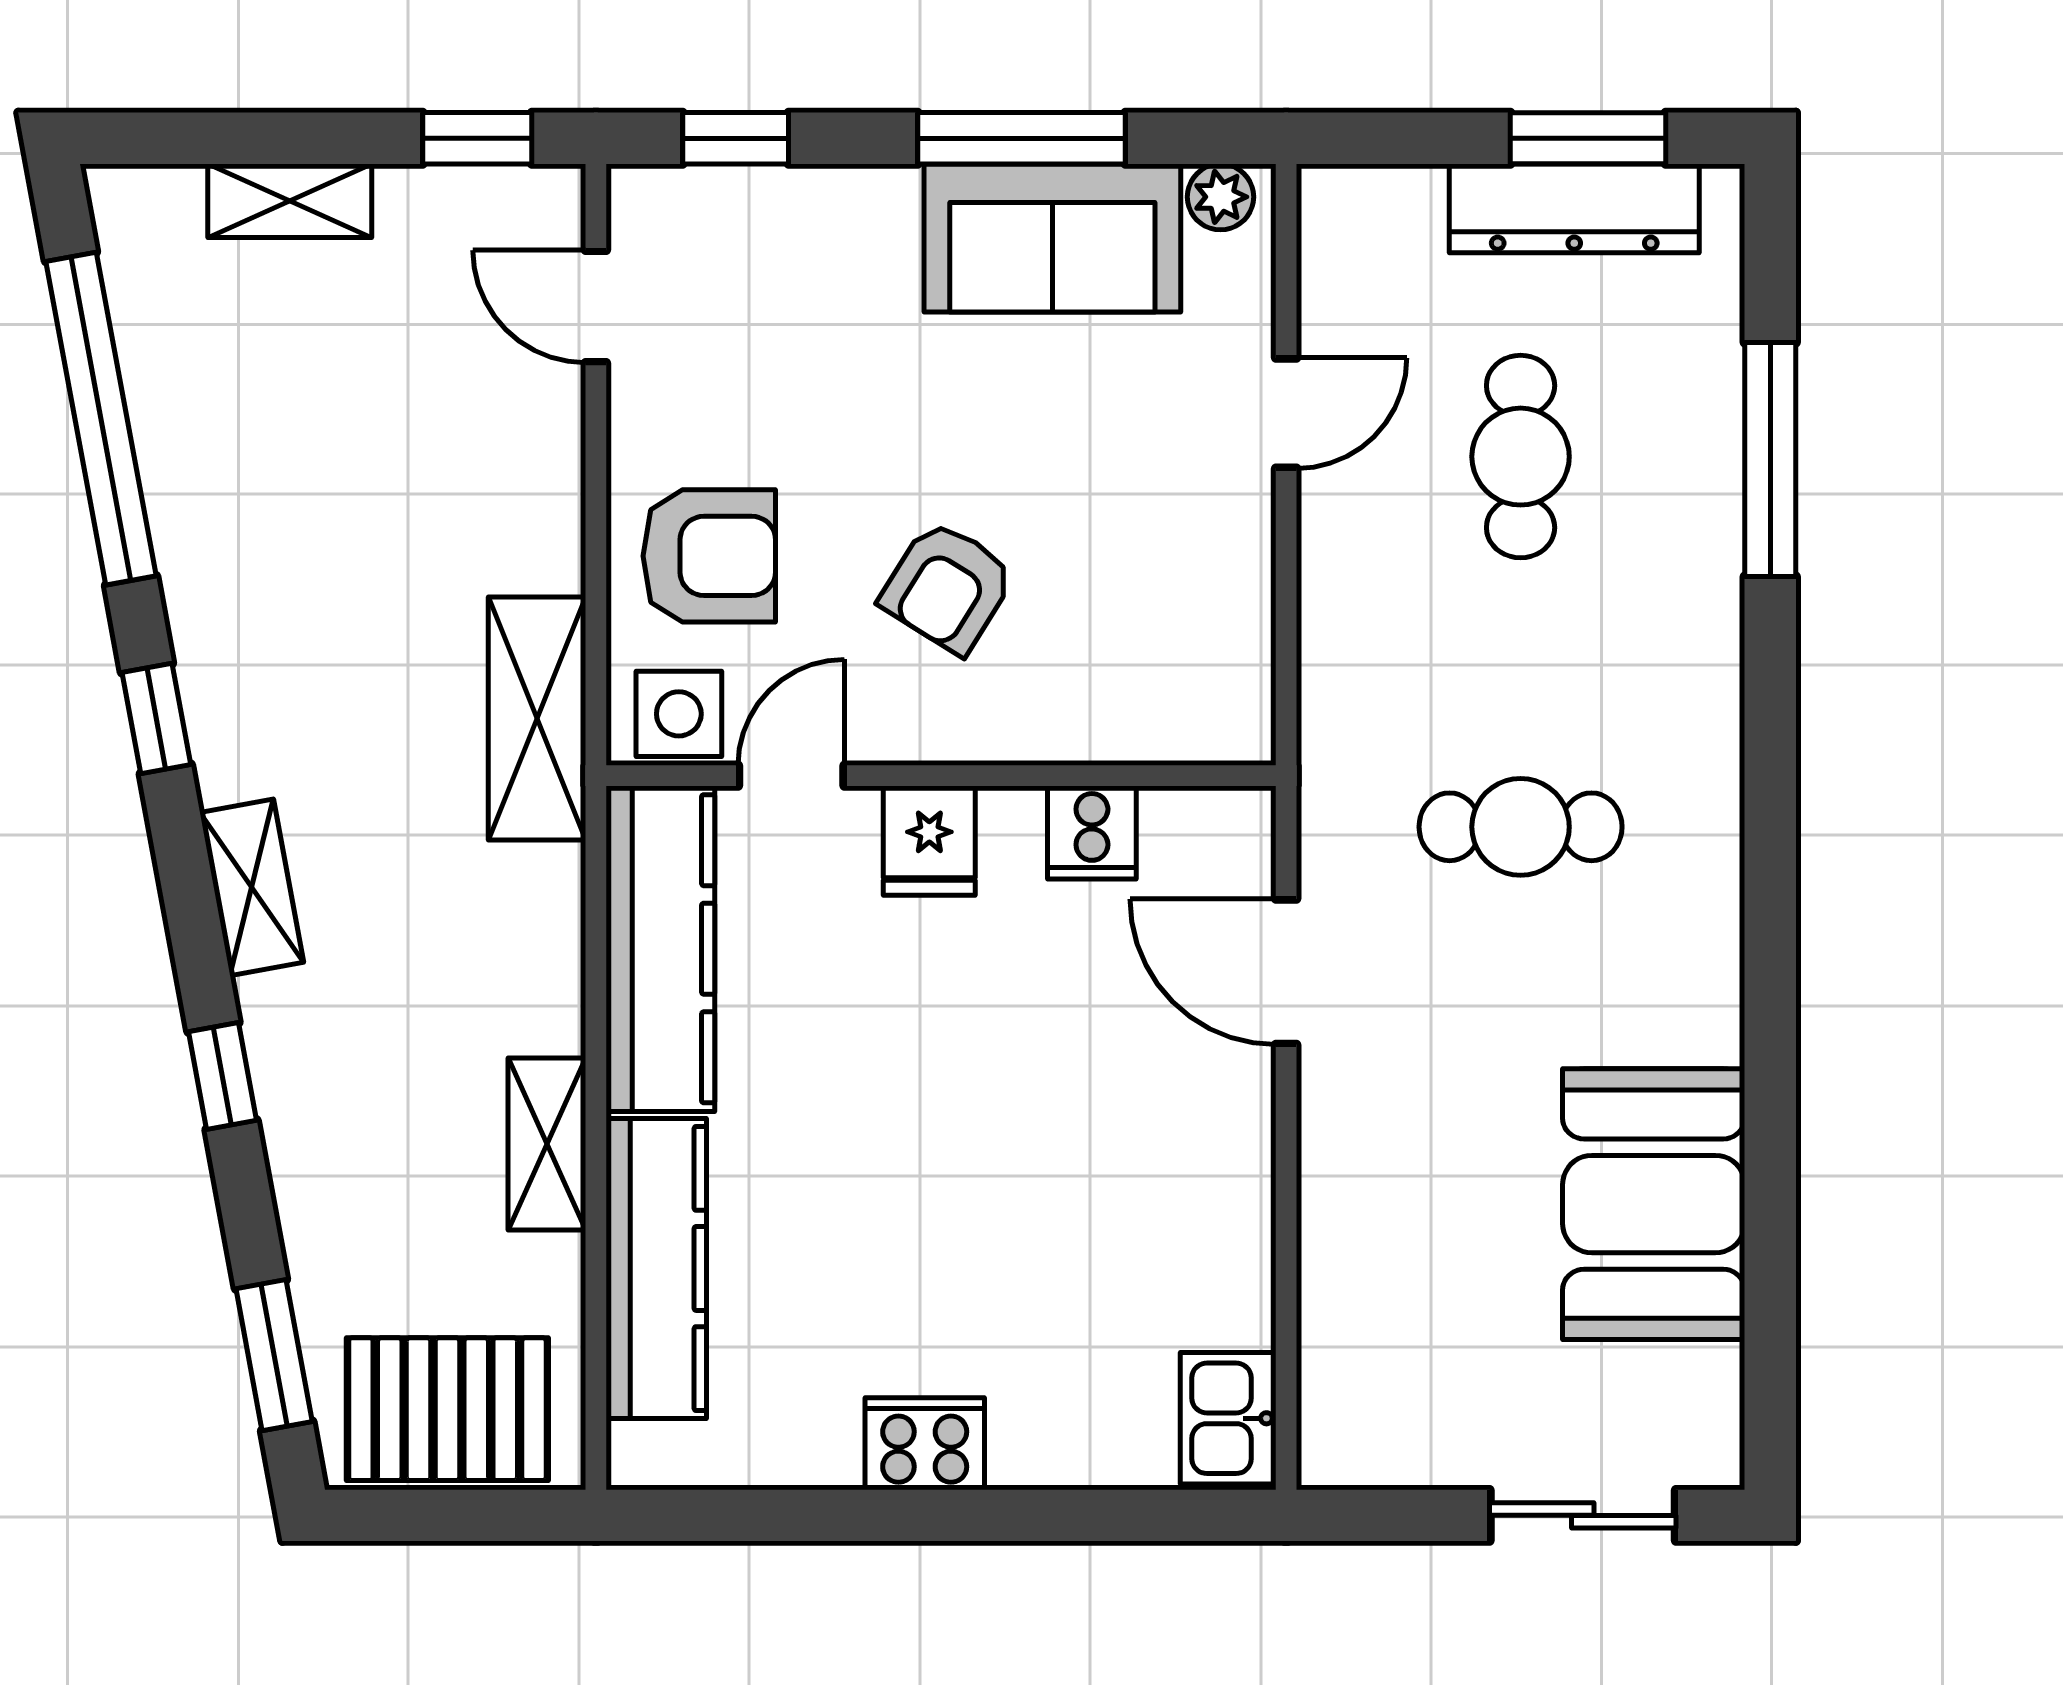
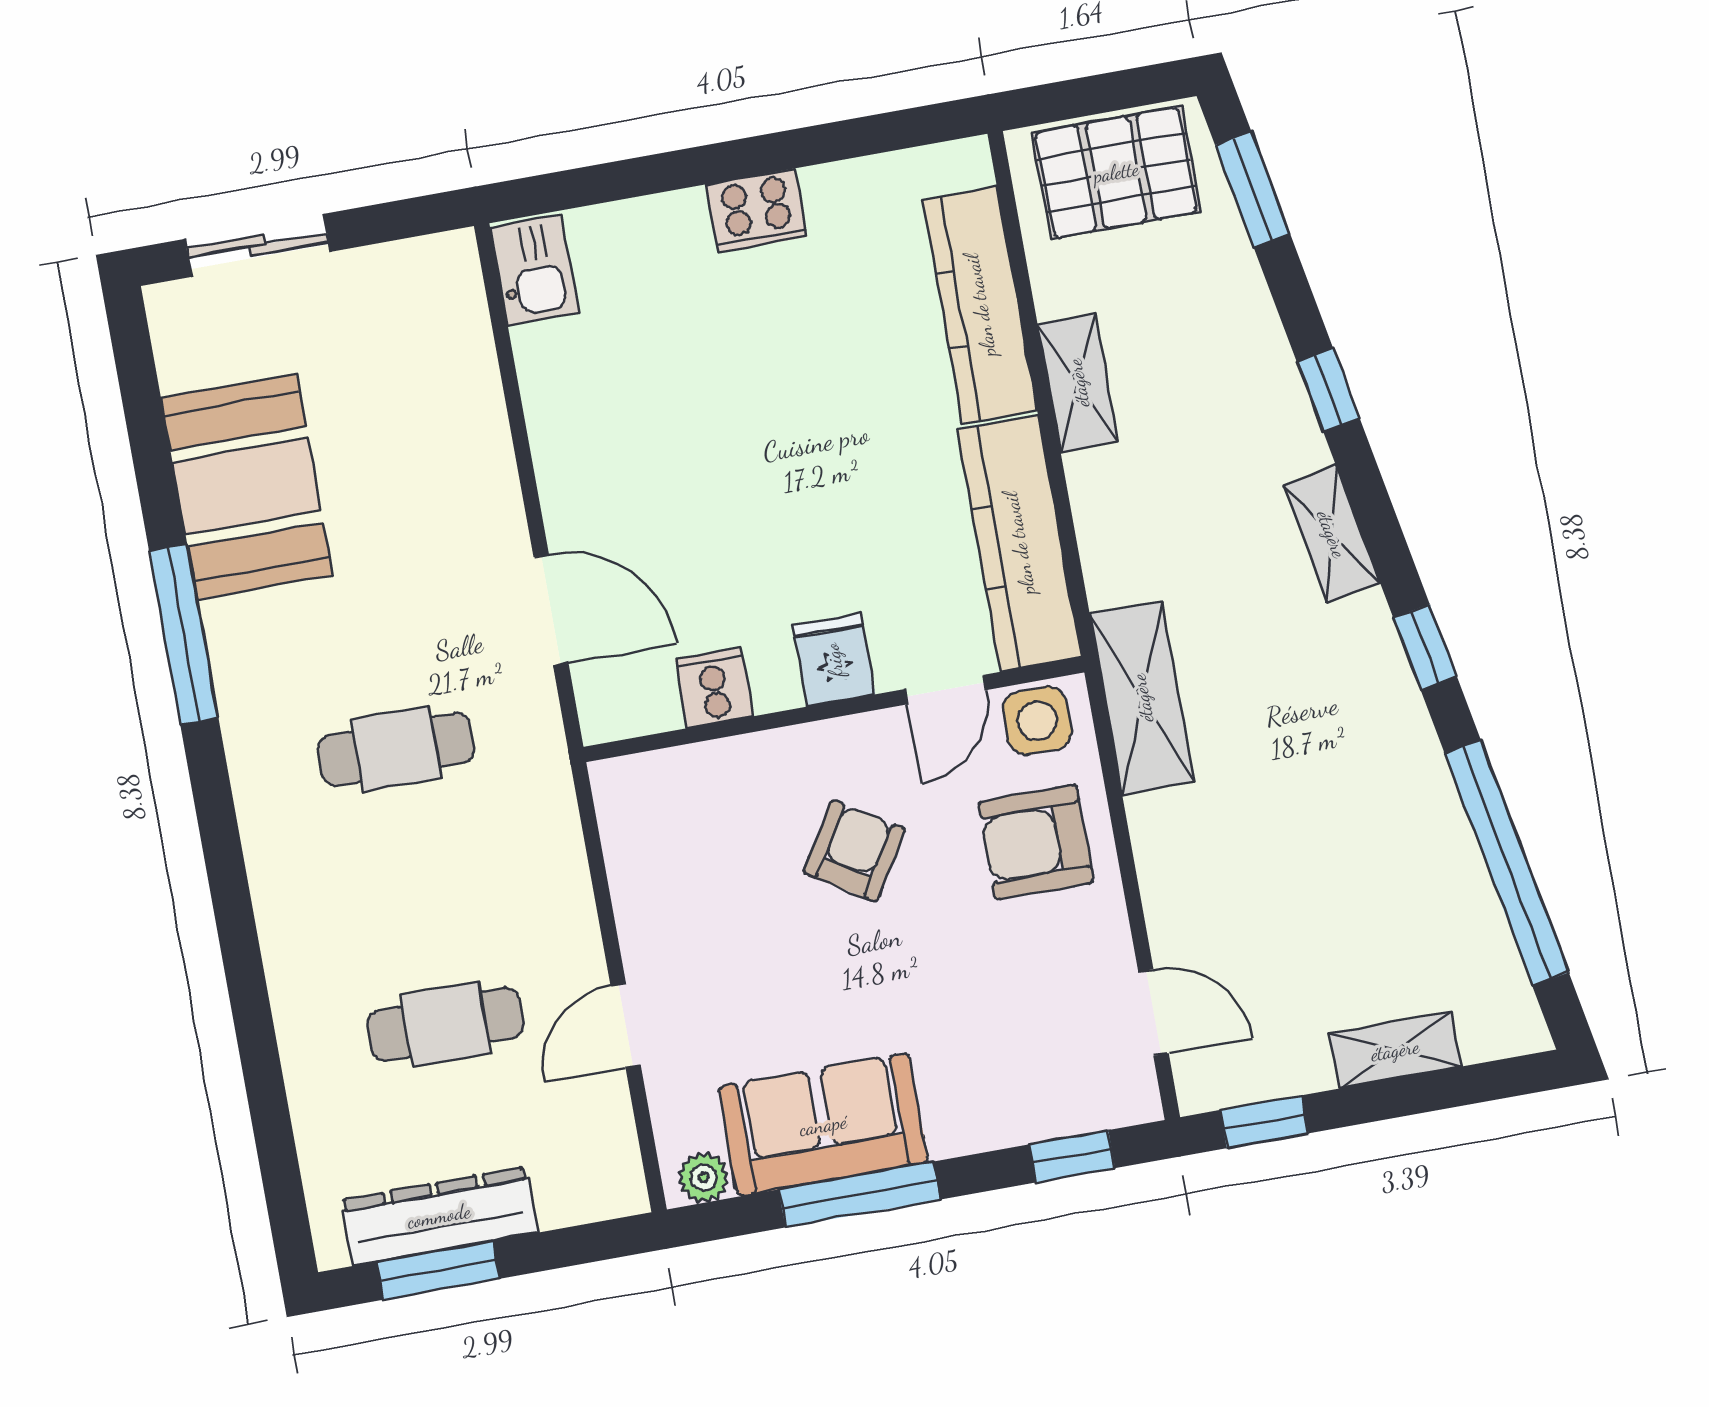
cafe table: (1521, 457) -> (446, 1025), turned 90
window: (1770, 459) -> (184, 635), moved

